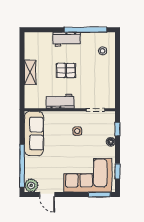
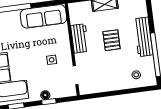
workbench: (67, 39) -> (143, 37), width x1.37
window: (117, 129) -> (49, 102), moved

